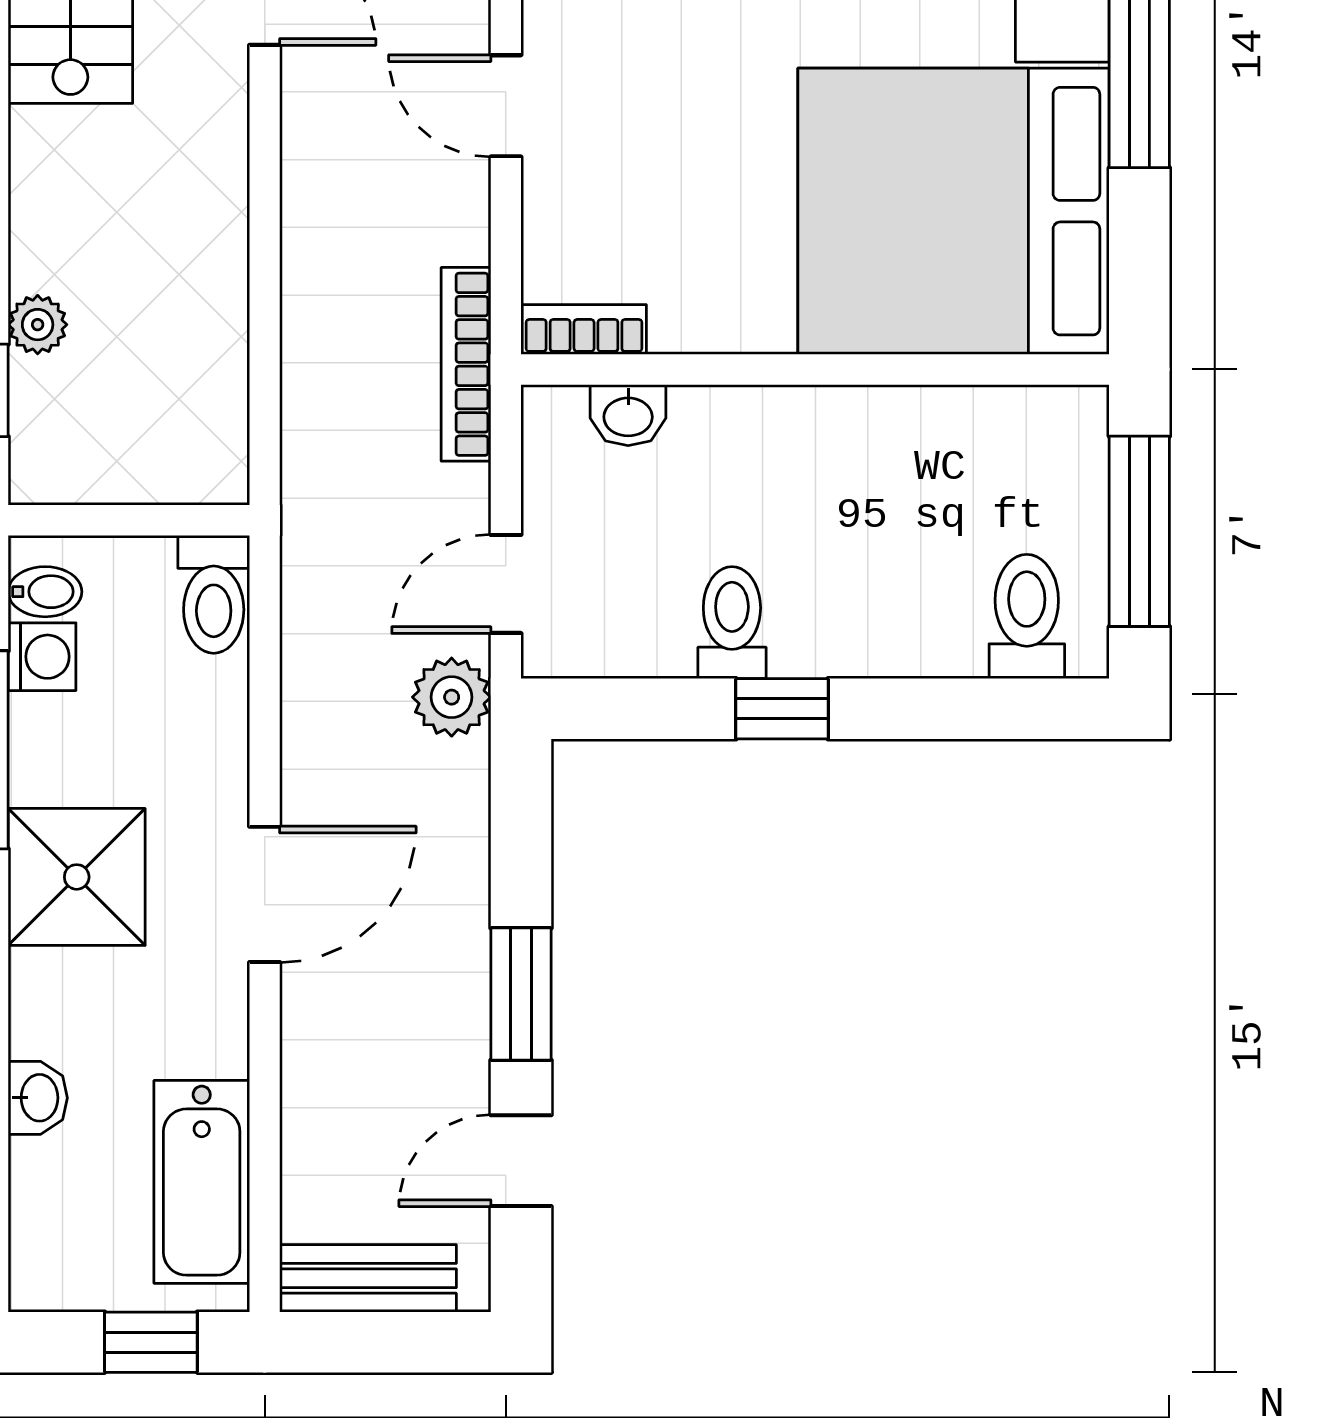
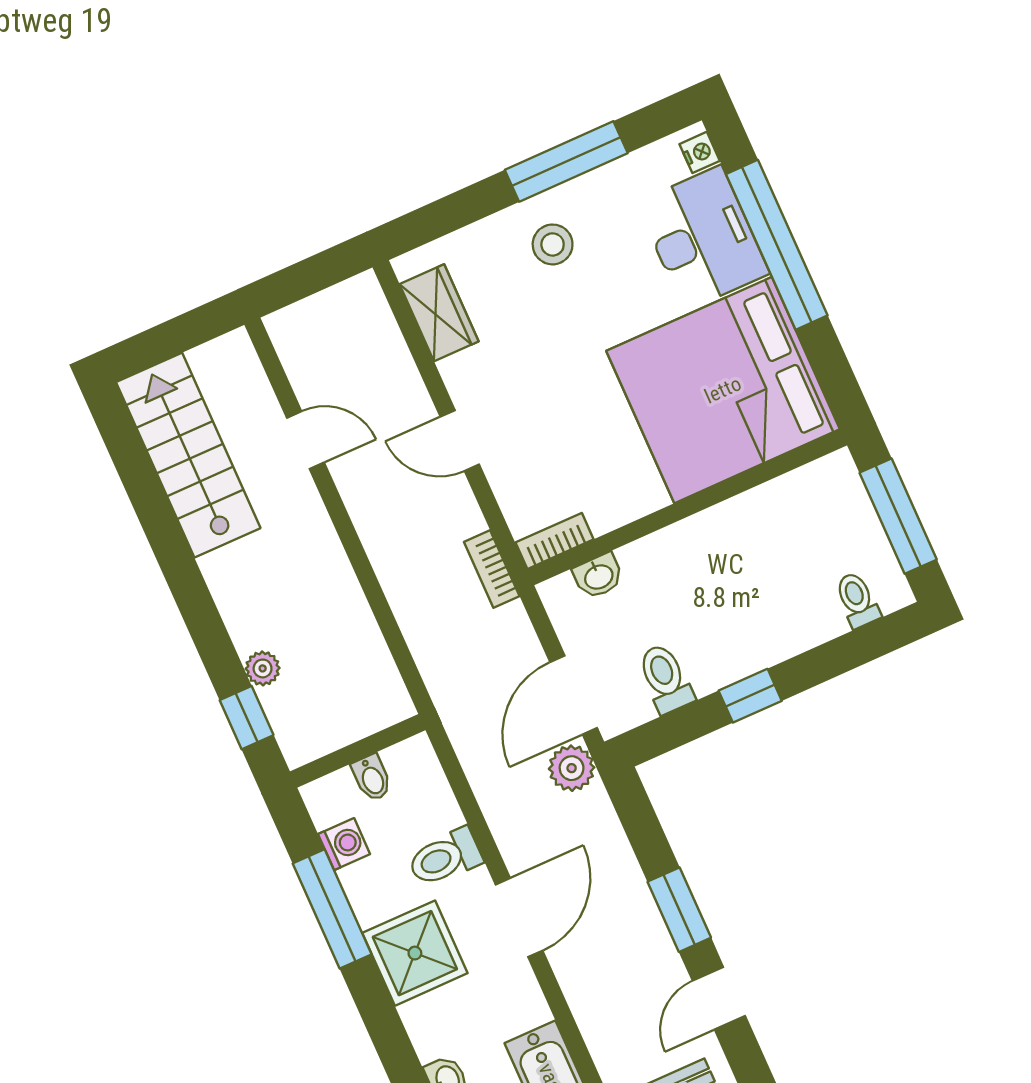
bookcase: (466, 364) -> (492, 569), width x0.64
door: (506, 584) -> (574, 695), width x1.38
bidet: (45, 592) -> (372, 778), moved, turned 90
toilet: (214, 594) -> (445, 857), moved, turned 90
toilet: (1027, 616) -> (857, 600), width x0.73, depth x0.72
toilet: (732, 623) -> (665, 679), moved

